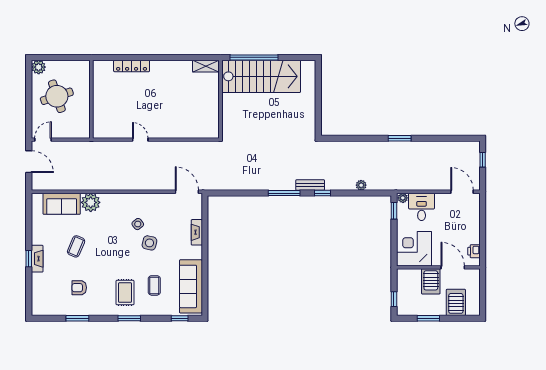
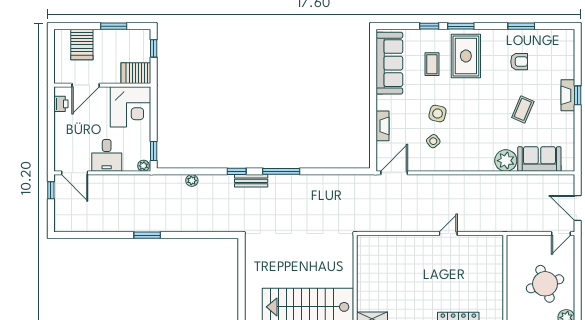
door: (140, 140) -> (448, 234), swing flipped
window: (483, 160) -> (51, 190), moved
door: (187, 192) -> (394, 173), swing flipped
desk: (422, 207) -> (107, 155), moved
side table: (138, 224) -> (433, 141), moved
door: (453, 267) -> (86, 85), hinge flipped
server rack: (431, 281) -> (136, 73), moved, turned -90
rug: (125, 293) -> (466, 56), width x1.36, depth x1.43
window: (180, 318) -> (429, 26), moved

